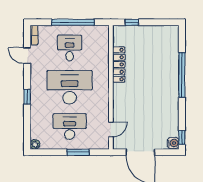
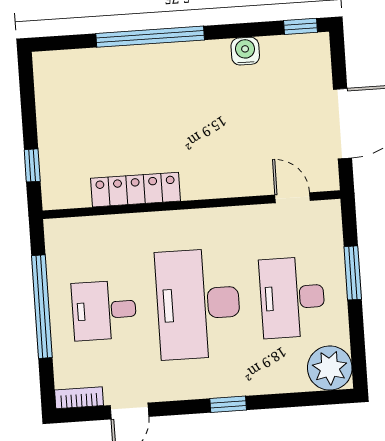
water cooler: (173, 143) -> (245, 51), moved
plant: (35, 144) -> (330, 368), width x1.87, depth x1.87

